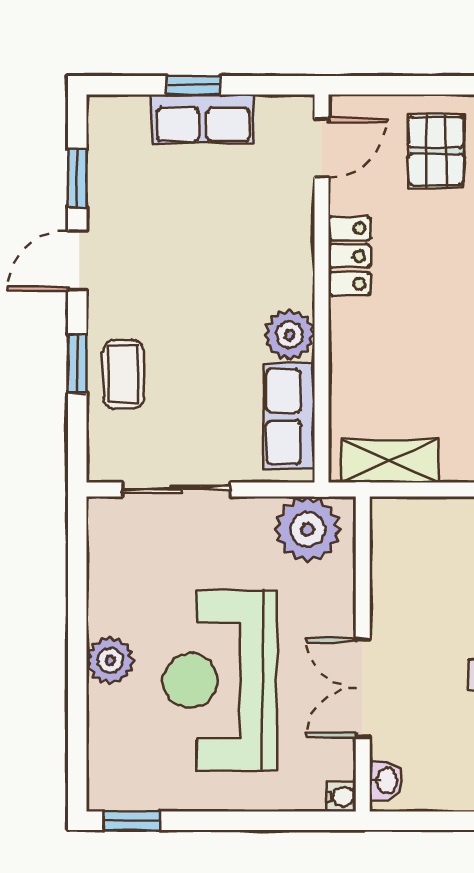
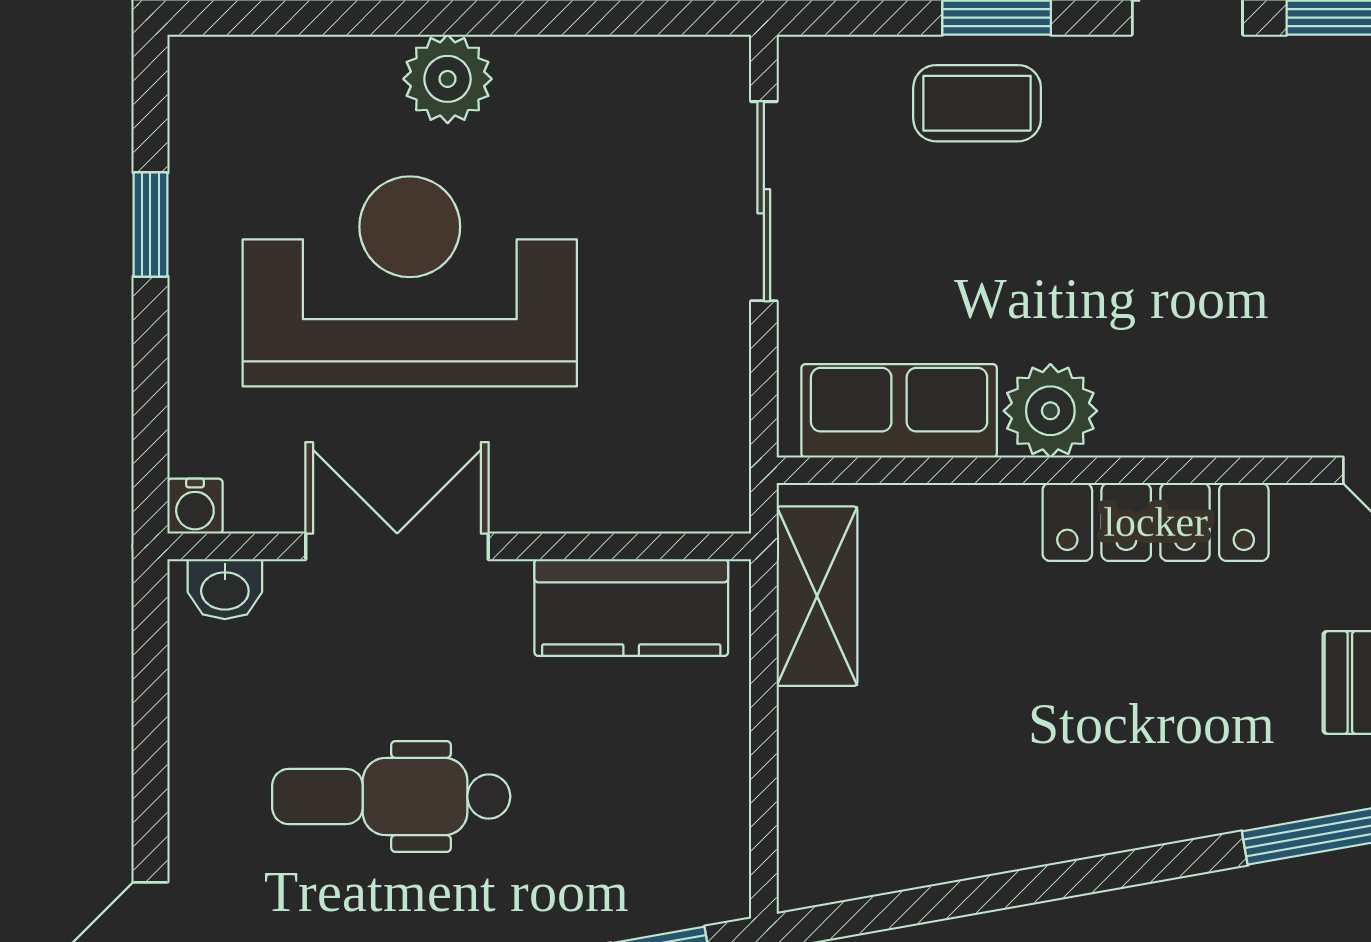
locker: (349, 256) -> (1156, 522), width x1.53
plant: (308, 529) -> (690, 445), removed
kitchen counter: (396, 561) -> (631, 608), added
window: (132, 821) -> (150, 224), moved

